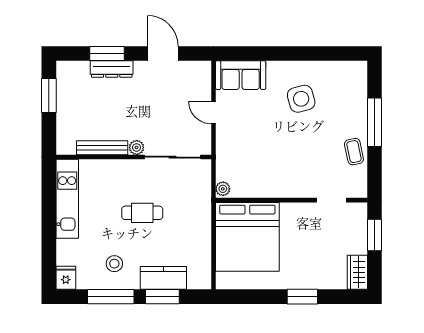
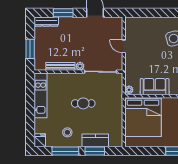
dresser: (112, 69) -> (46, 22), moved
sofa: (241, 75) -> (155, 87), moved, turned 180
window: (49, 95) -> (30, 49), moved

